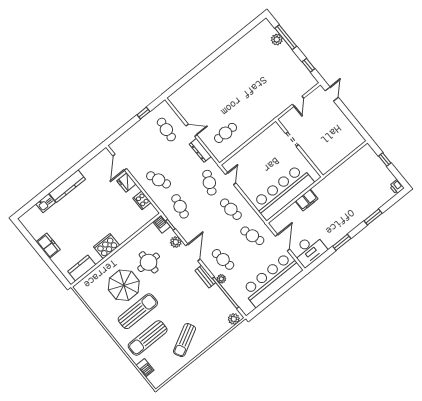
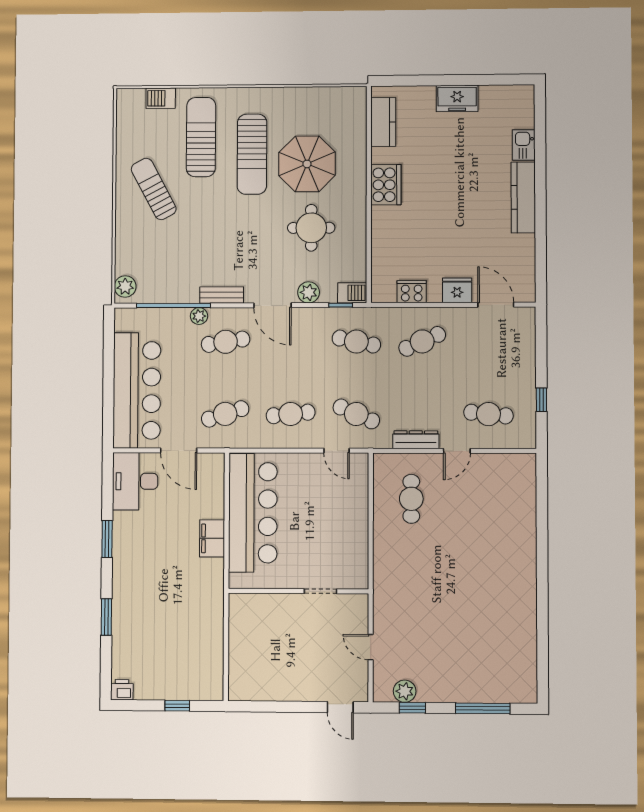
plant: (277, 40) -> (405, 691), moved

